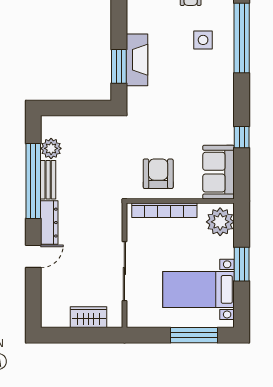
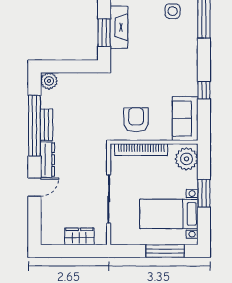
plant: (51, 148) -> (49, 81), moved

